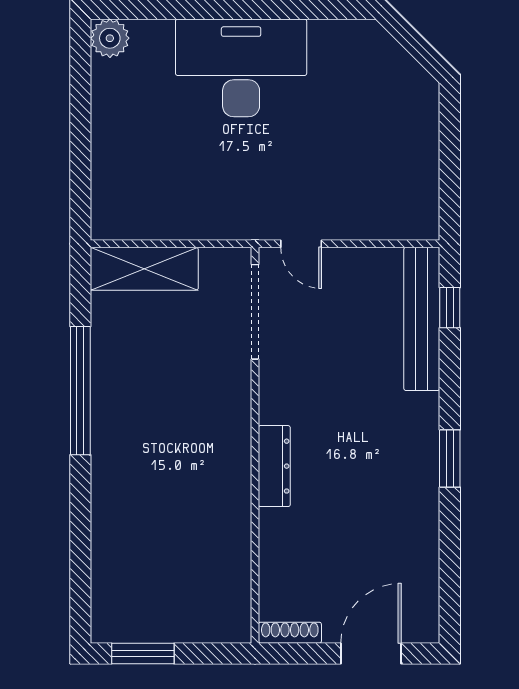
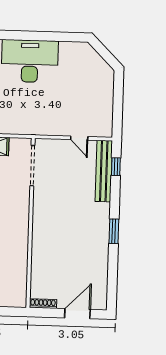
door: (301, 244) -> (79, 138), moved
dresser: (274, 466) -> (39, 232), removed

